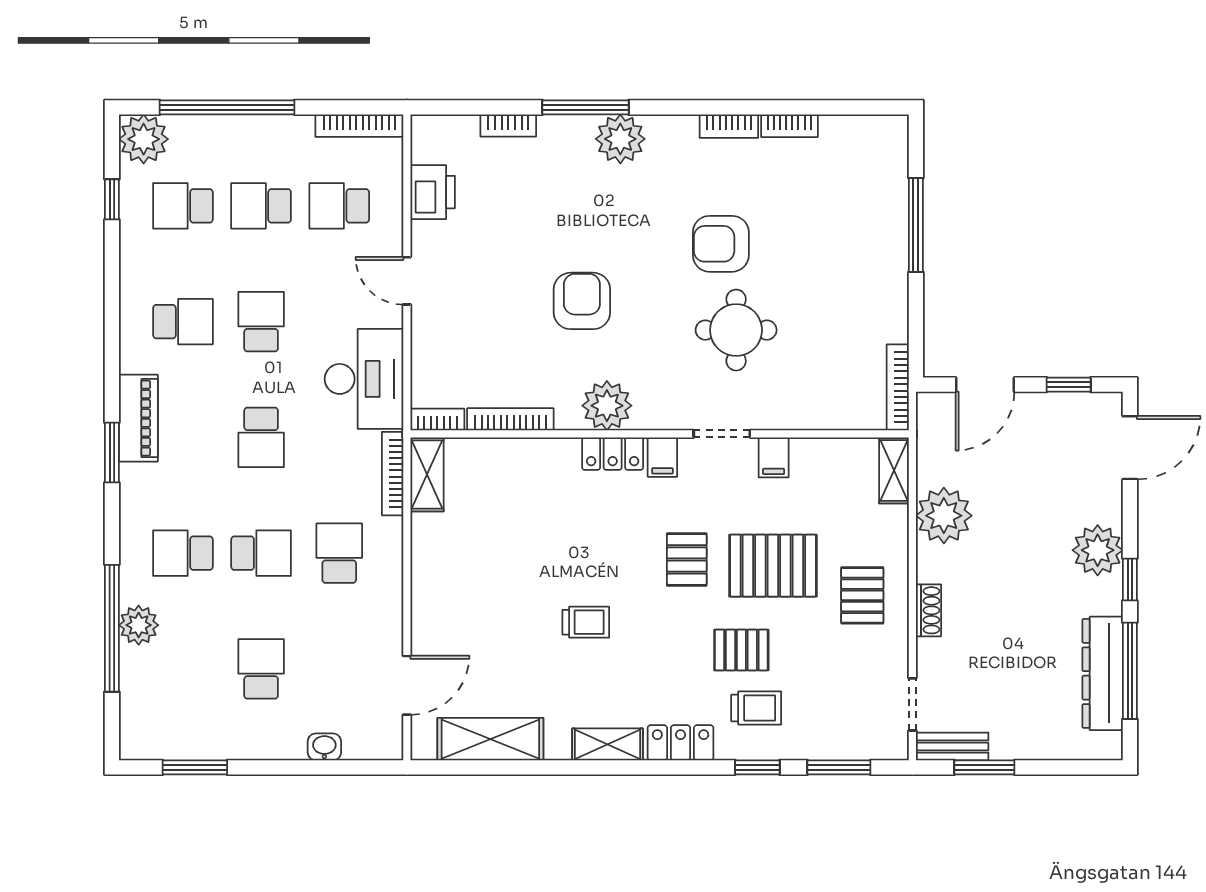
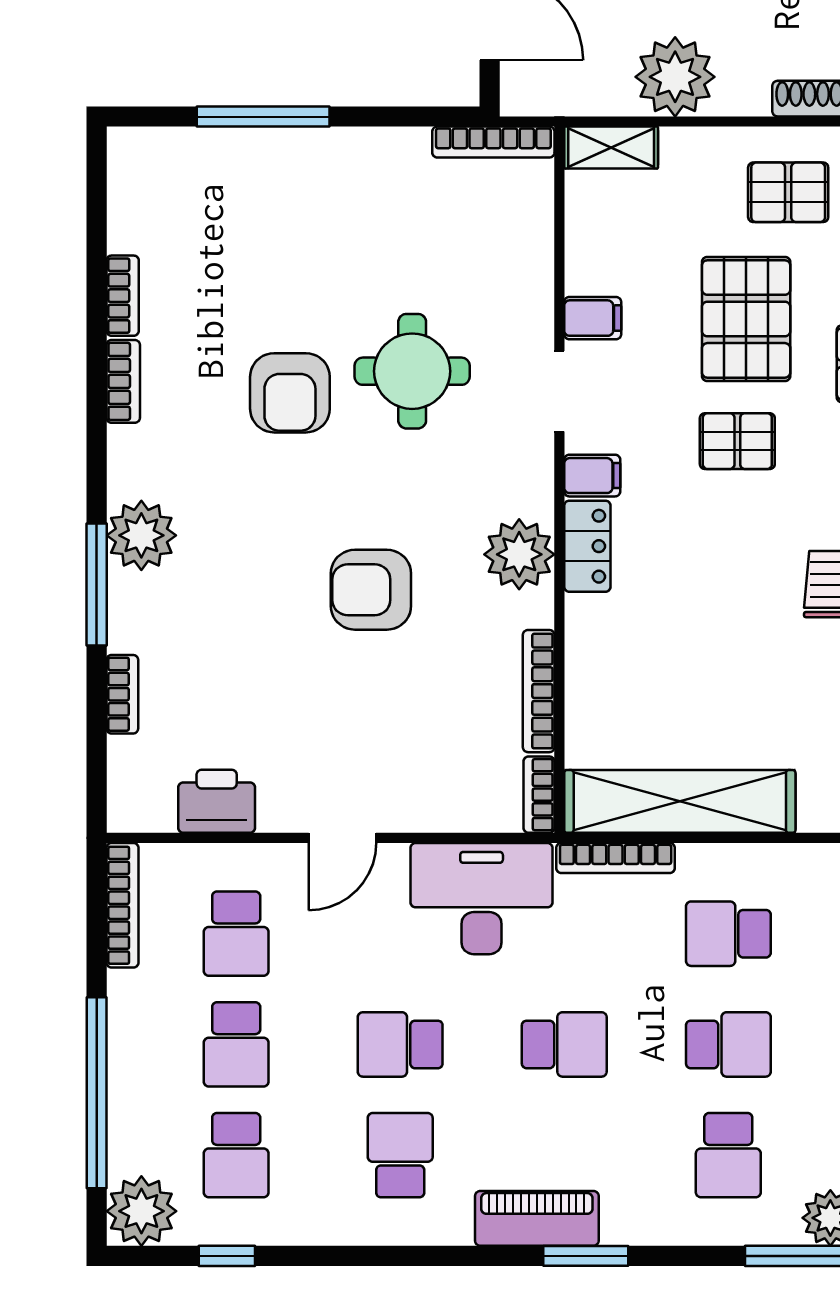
shelving: (427, 474) -> (680, 801), width x2.20, depth x1.33
school desk: (261, 553) -> (728, 1044), turned 90

